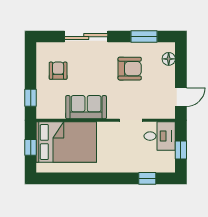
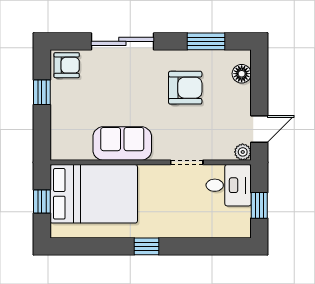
armchair: (58, 71) -> (67, 65), moved, turned 90
window: (31, 98) -> (42, 92), moved
plant: (169, 113) -> (243, 152), added
window: (147, 178) -> (147, 246), moved

